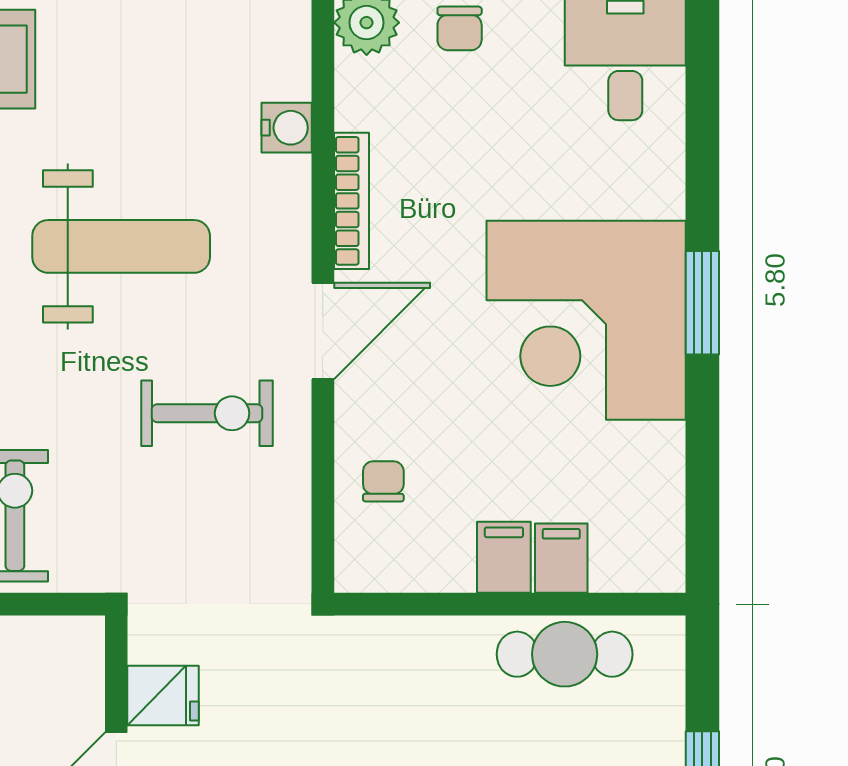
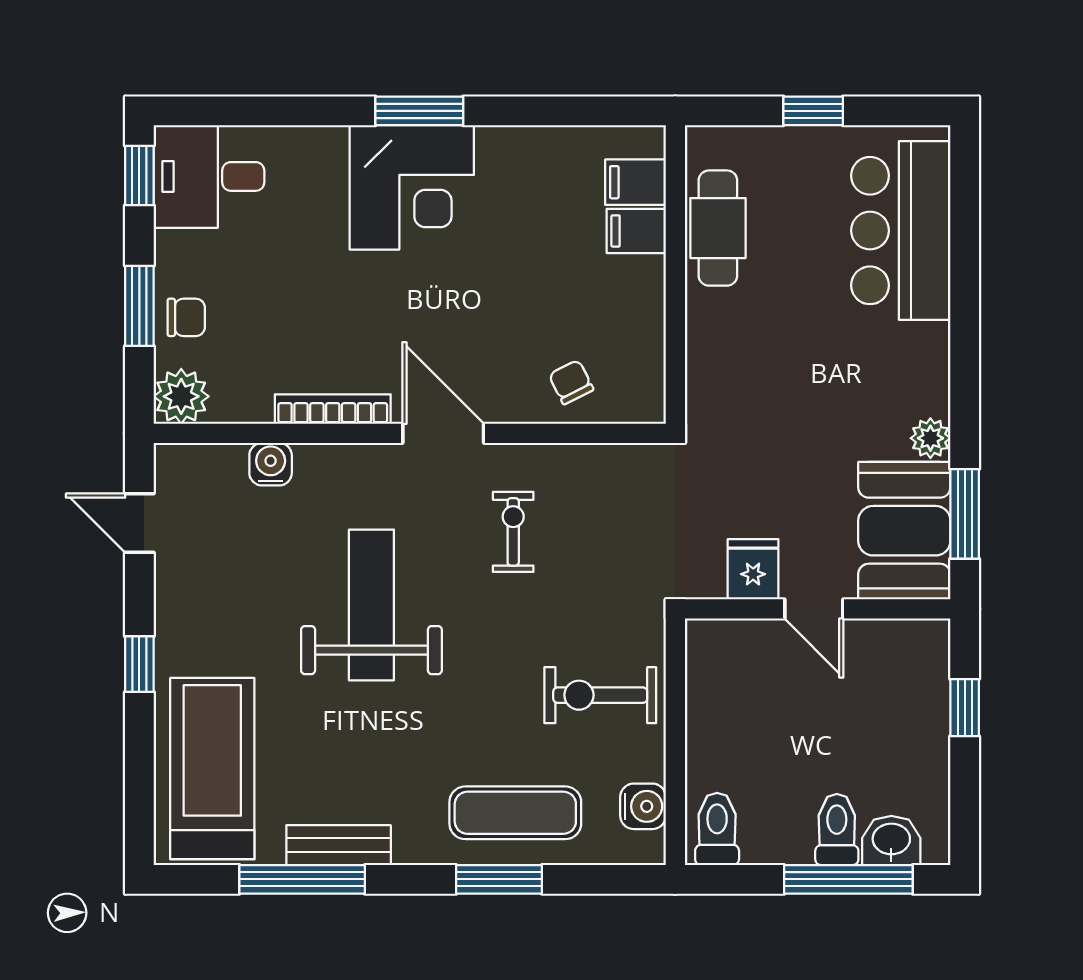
corner desk: (586, 320) -> (412, 187), width x0.74, depth x0.74
exercise bike: (207, 413) -> (513, 532), width x0.73, depth x0.72
chair: (383, 481) -> (571, 382), turned 63
filing cabinet: (504, 557) -> (636, 182), moved

